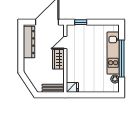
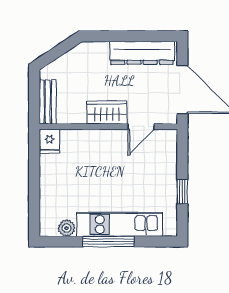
window: (81, 22) -> (182, 192), moved
door: (65, 43) -> (141, 127), swing flipped
window: (122, 58) -> (108, 242), width x0.68

